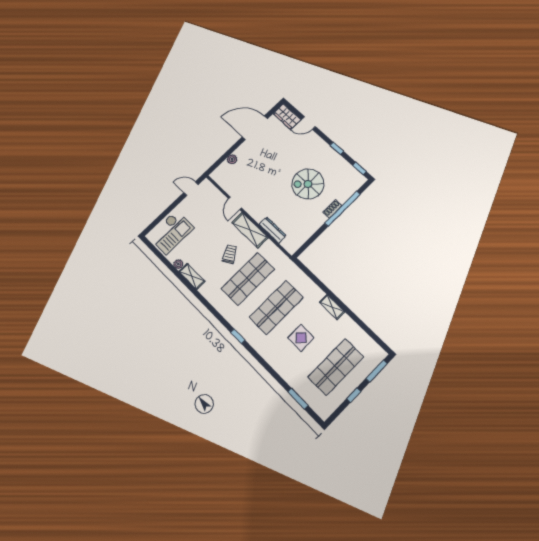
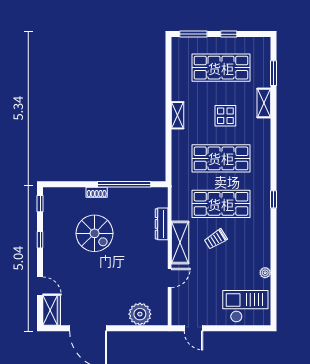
plant: (232, 159) -> (140, 314), width x1.87, depth x1.87
window: (342, 209) -> (124, 184), moved
shelving: (192, 276) -> (264, 103), moved
window: (238, 336) -> (273, 199), moved

